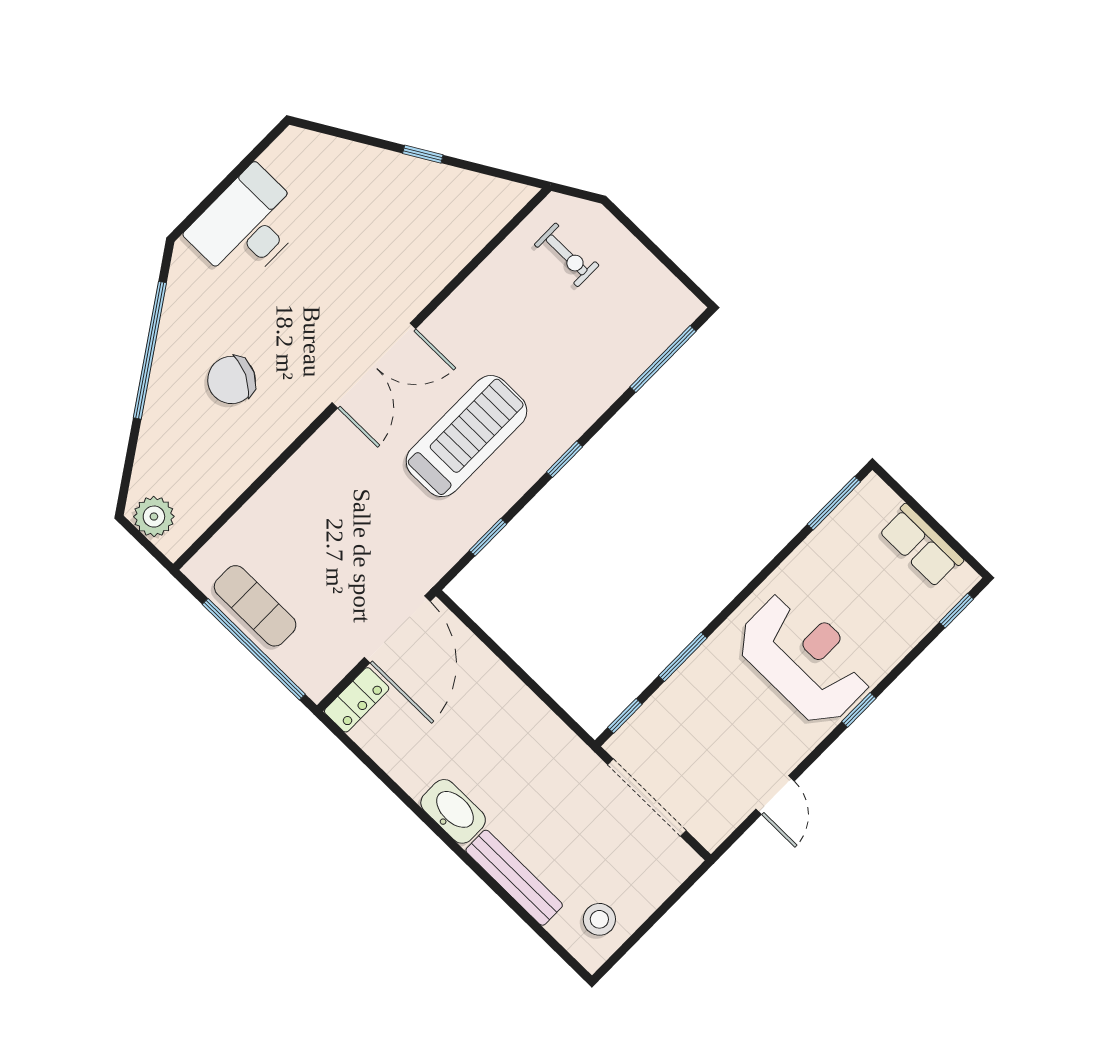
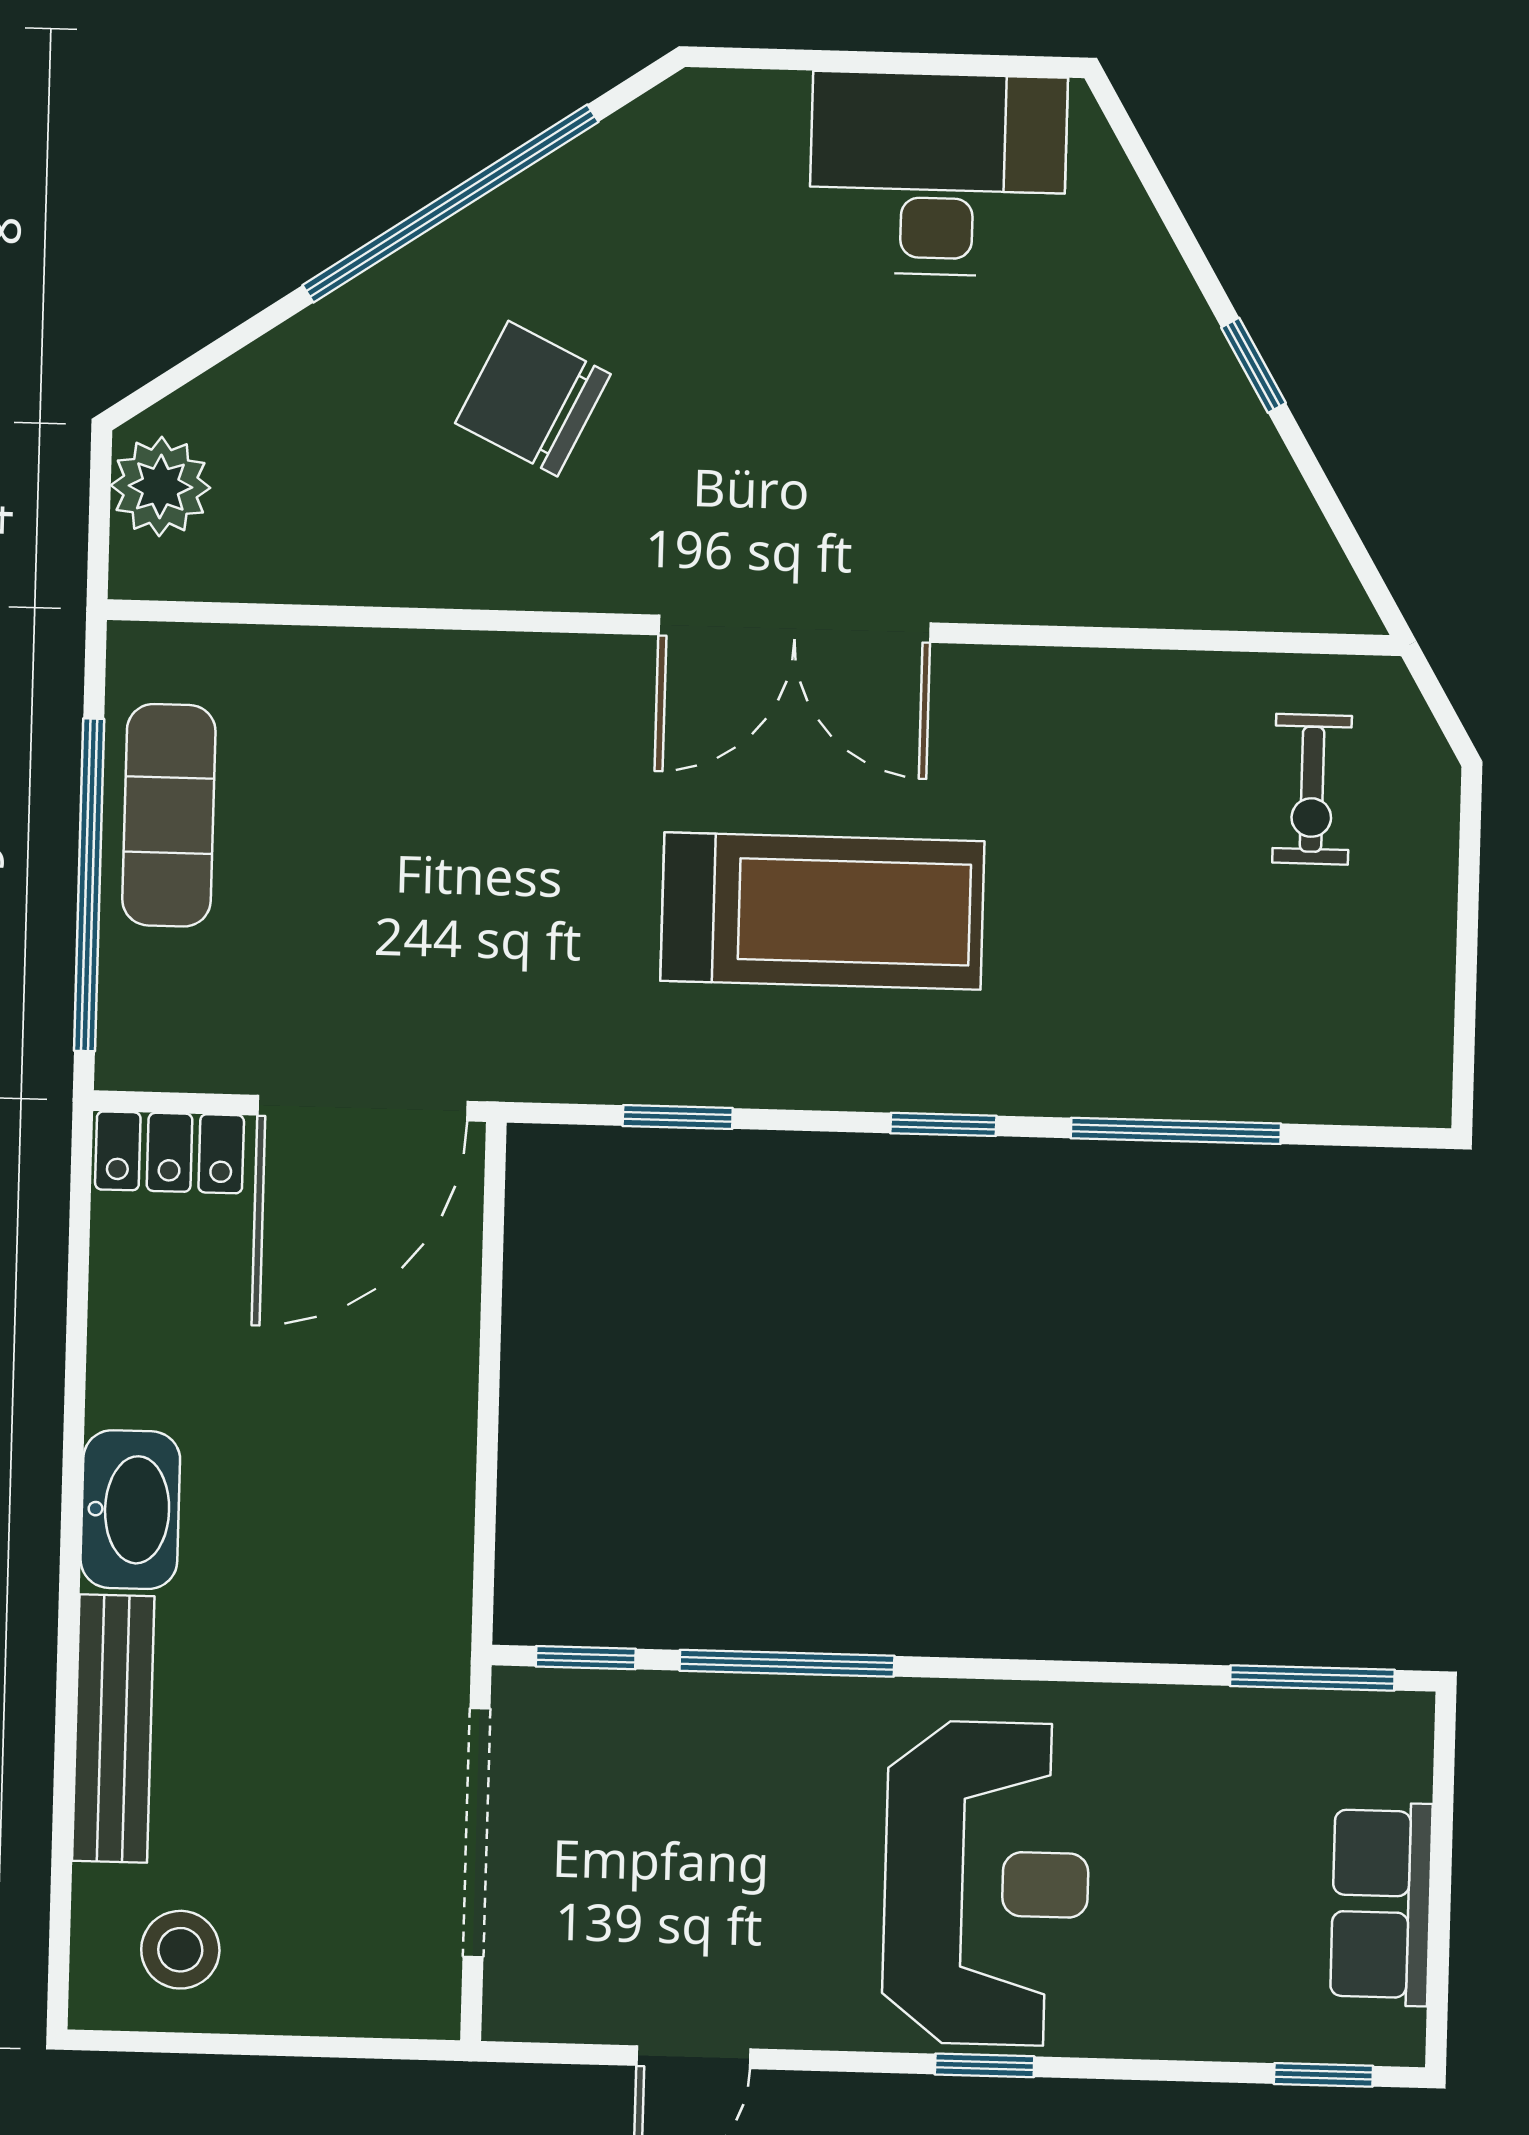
desk: (247, 226) -> (938, 174), moved
window: (663, 359) -> (1176, 1131), moved
window: (683, 657) -> (787, 1663), width x1.44

